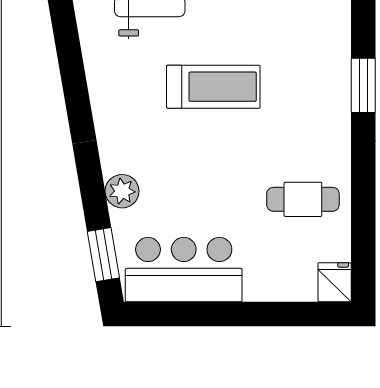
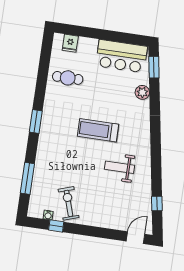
fridge: (335, 282) -> (70, 43), moved

